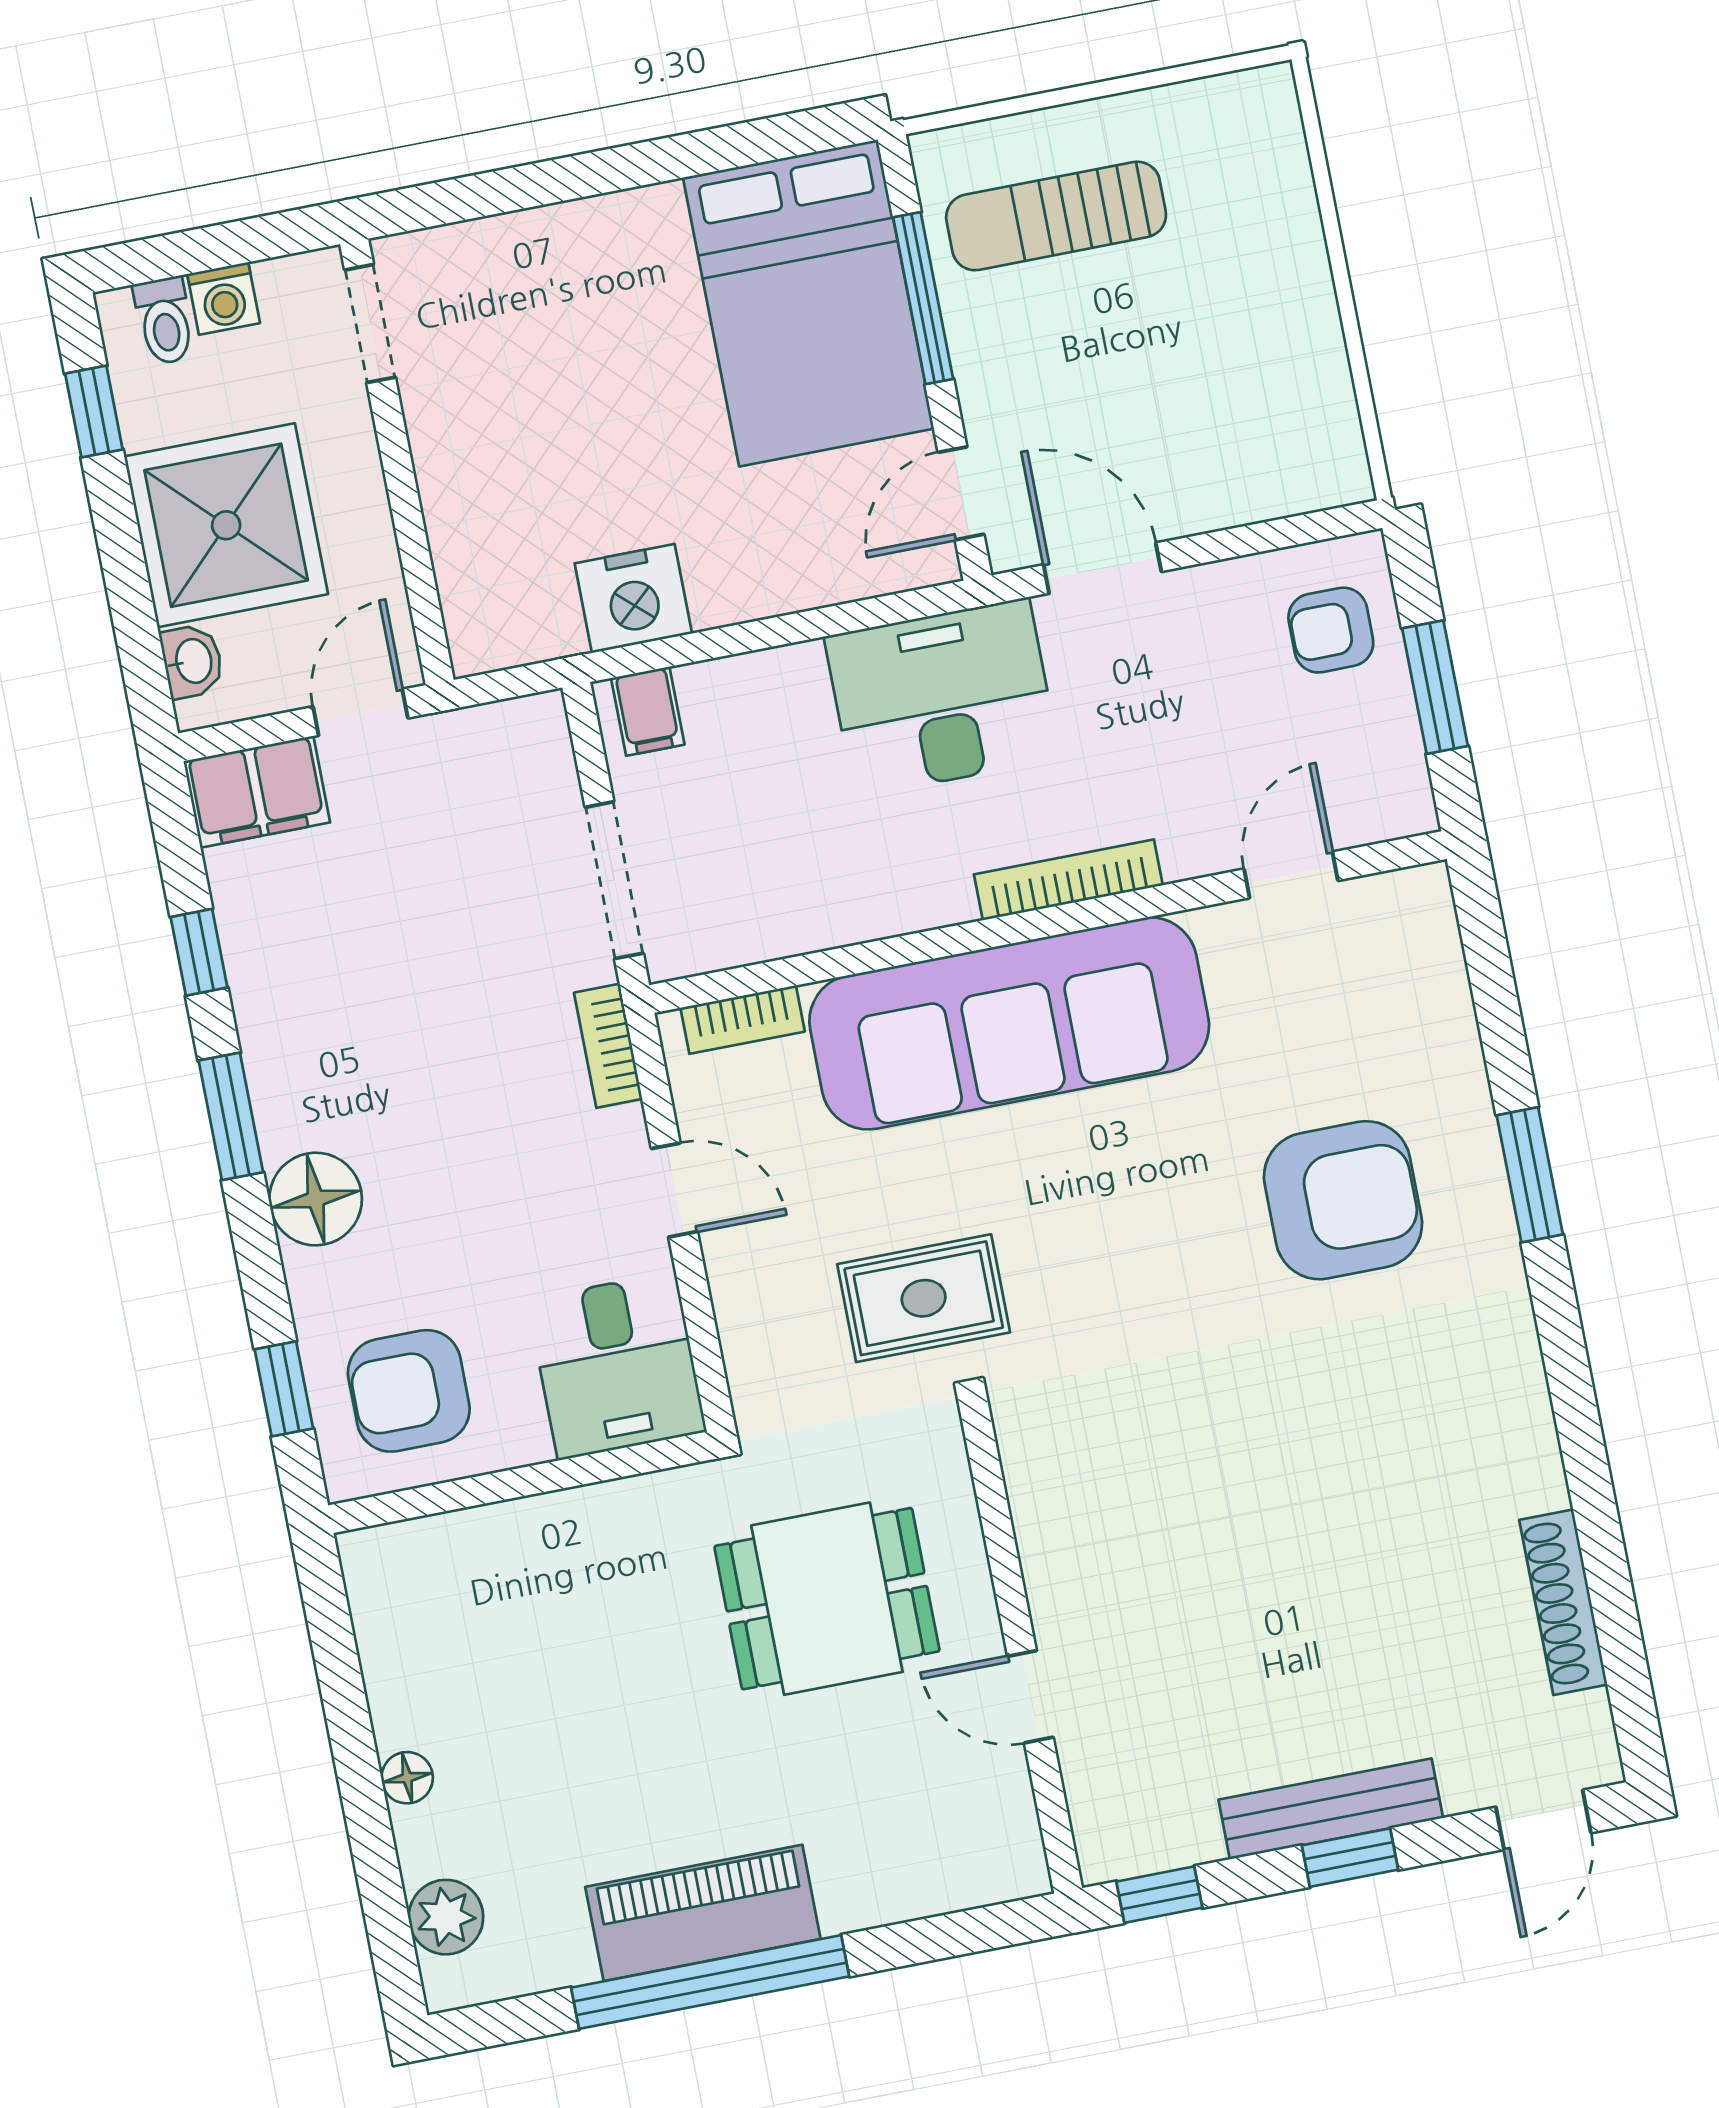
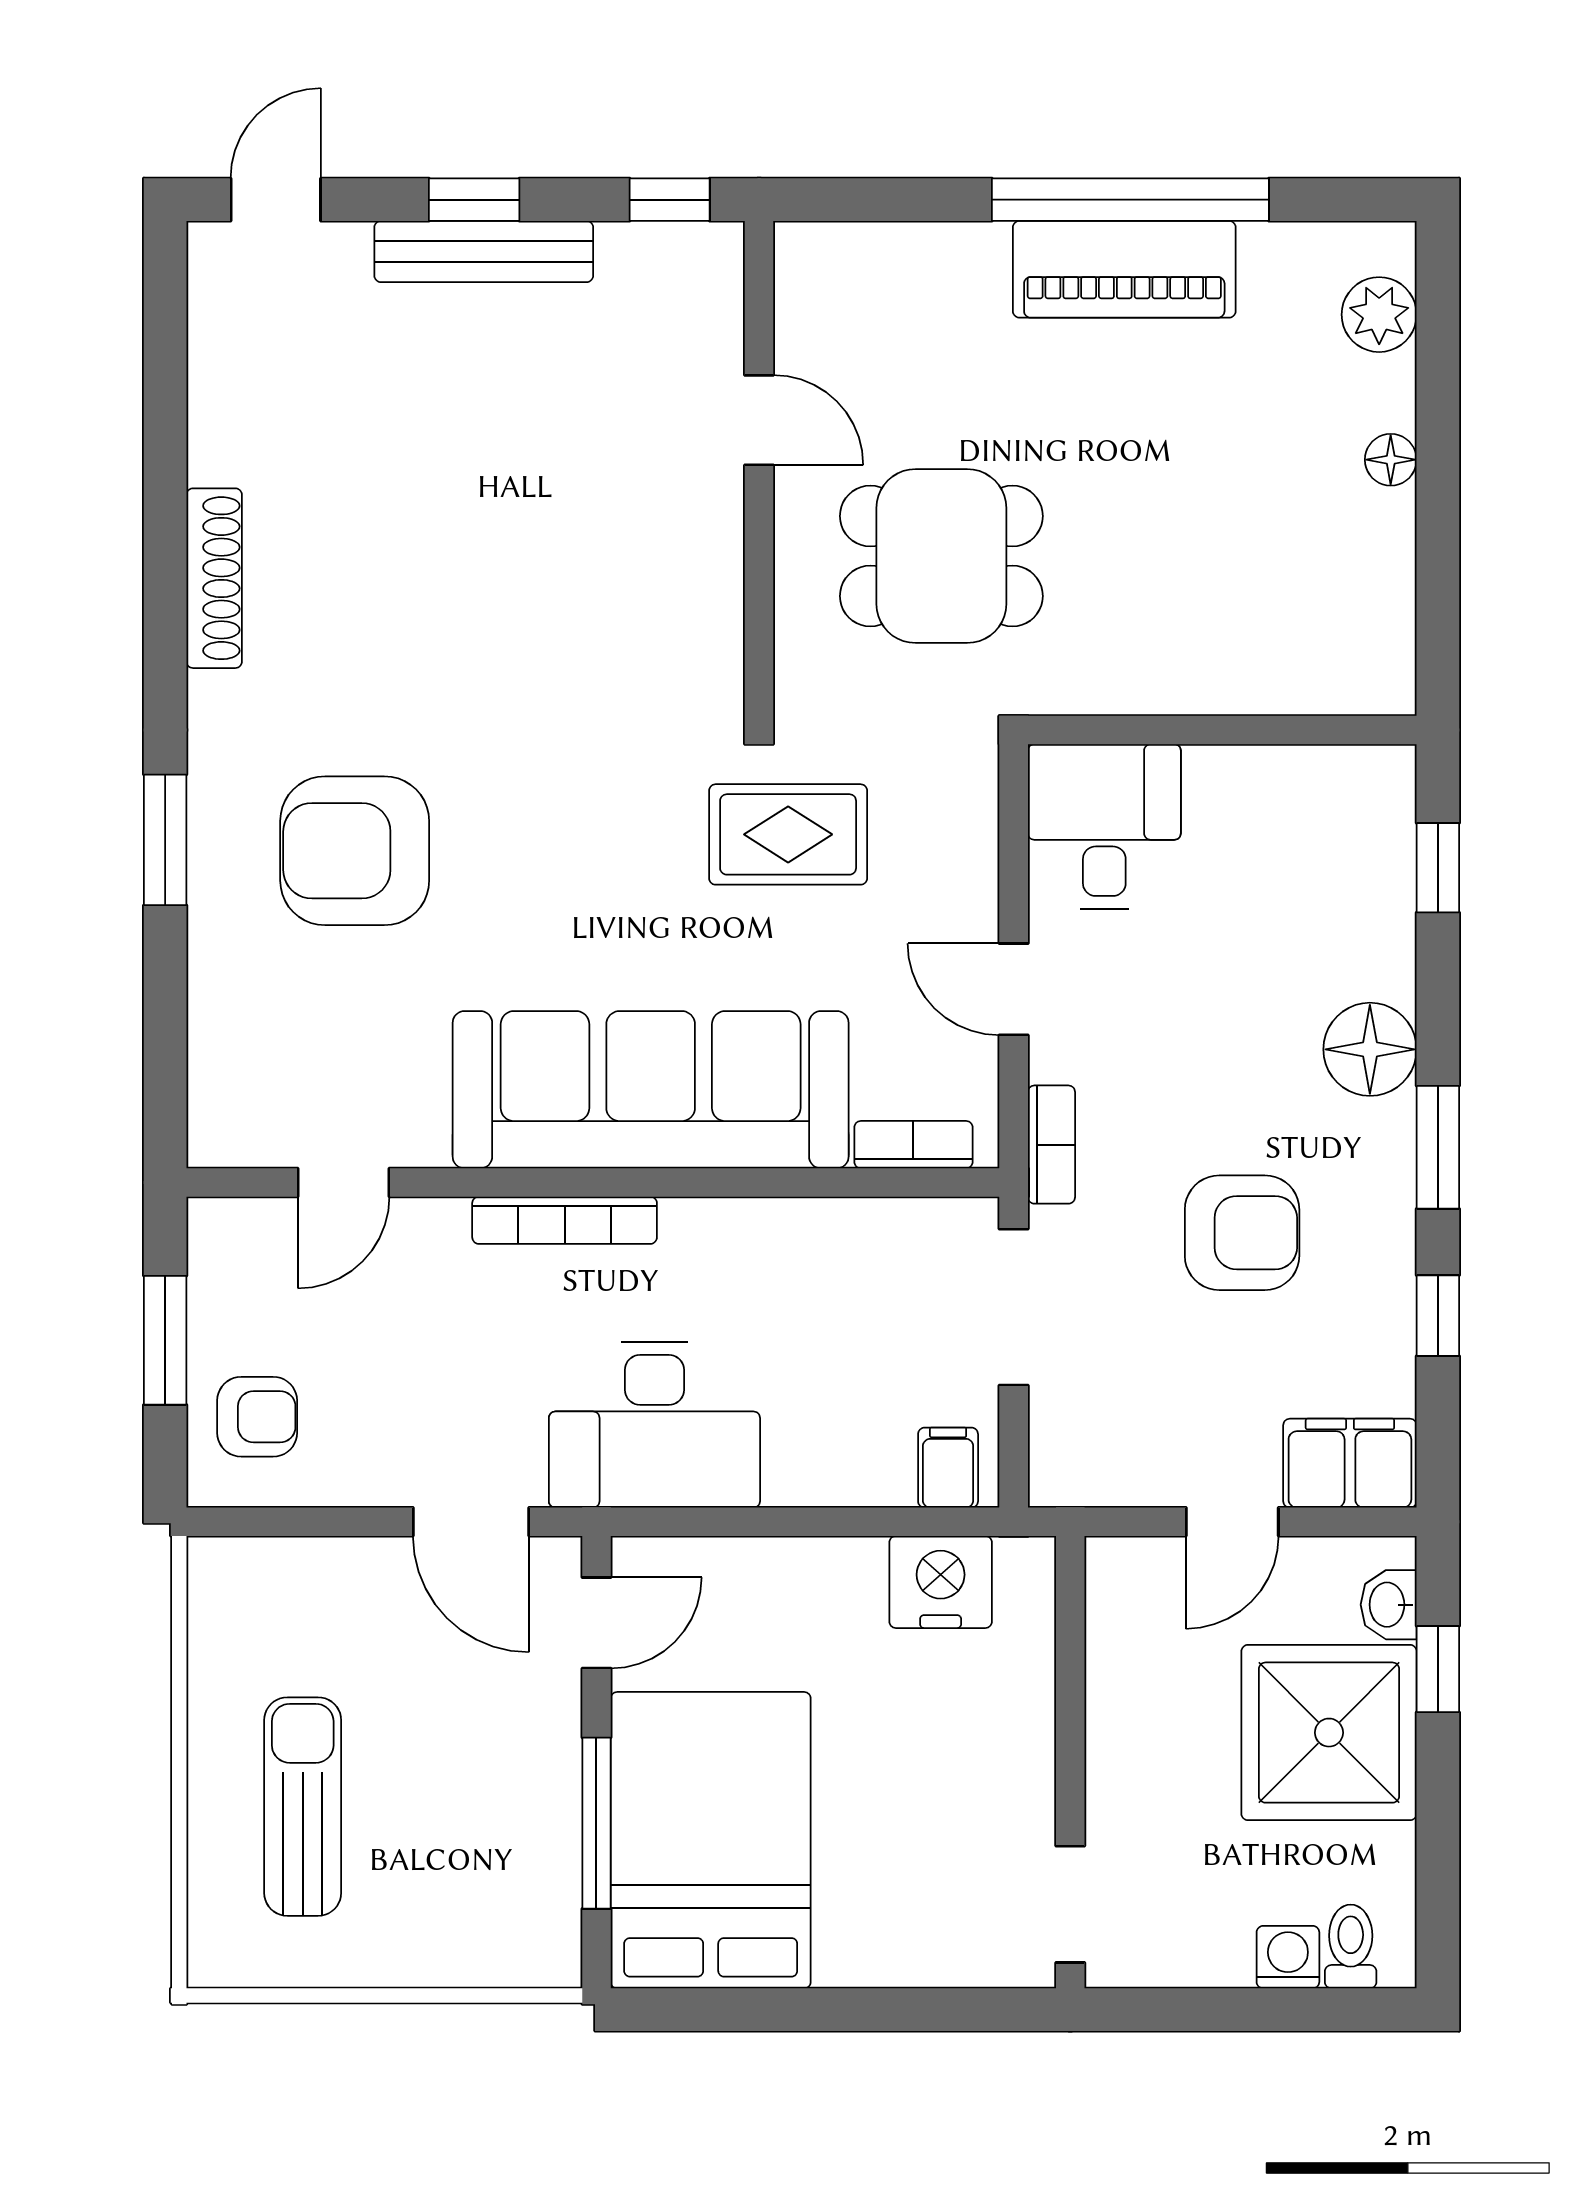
sun lounger: (1056, 216) -> (303, 1807), moved, turned -90
doorway: (370, 324) -> (1070, 1904), moved
window: (94, 412) -> (1438, 1669), moved
wall: (397, 462) -> (1070, 1762), moved
armchair: (409, 1391) -> (1242, 1233), moved
shoe rack: (1563, 1602) -> (214, 578), moved

